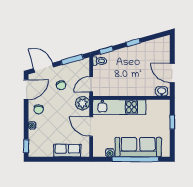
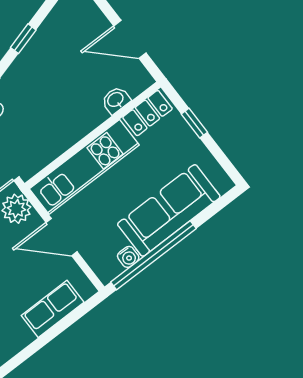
washbasin: (162, 91) -> (116, 100), moved
locker: (158, 105) -> (147, 113), added
window: (135, 159) -> (153, 255), moved

